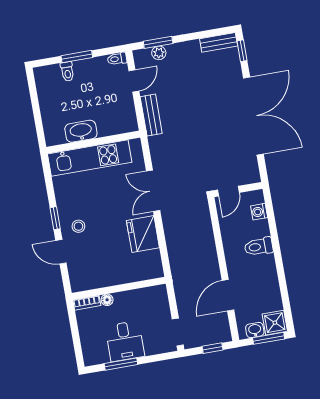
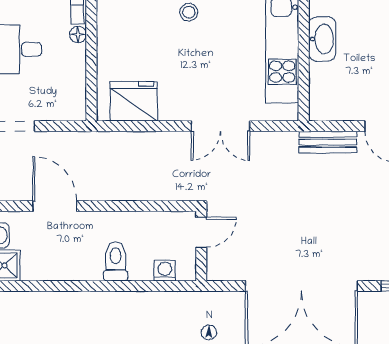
double door: (153, 191) -> (220, 126), swing flipped
door: (228, 191) -> (201, 232), swing flipped
fridge: (143, 234) -> (134, 101), moved

